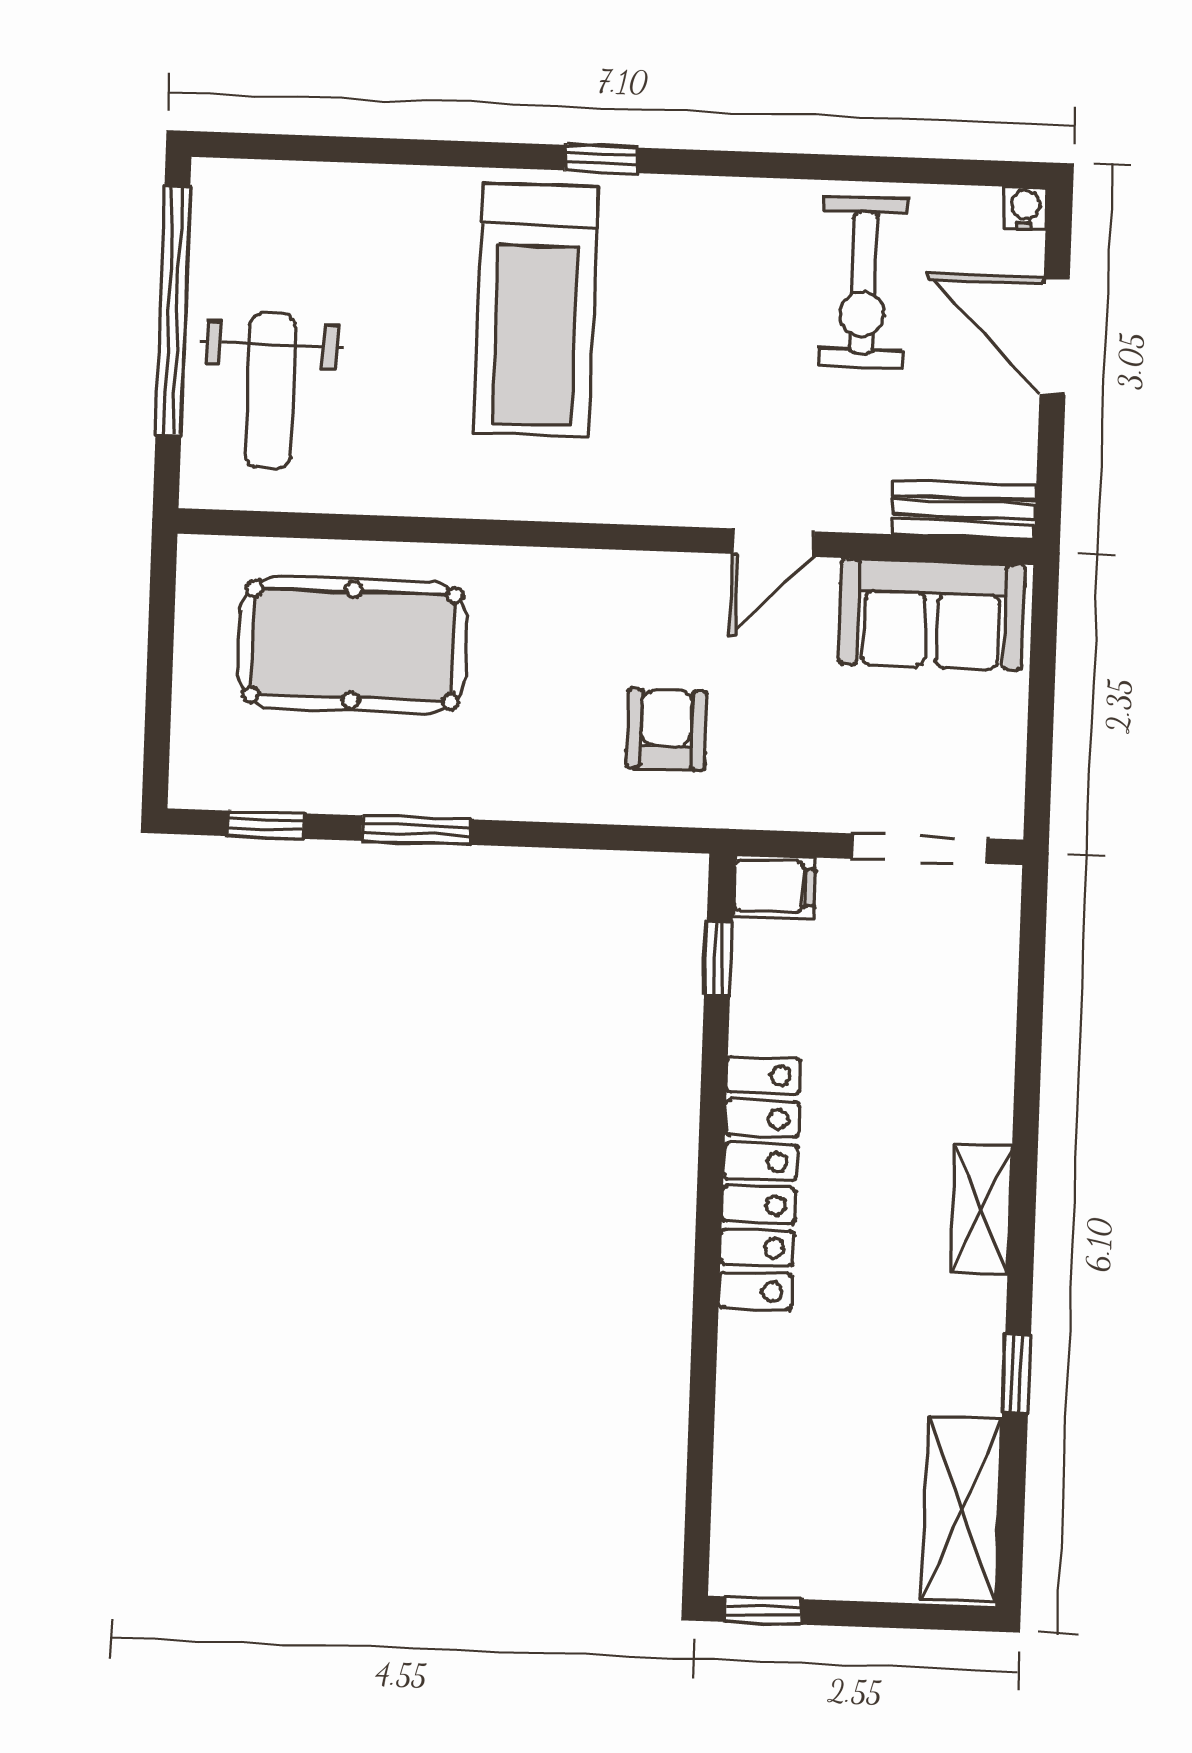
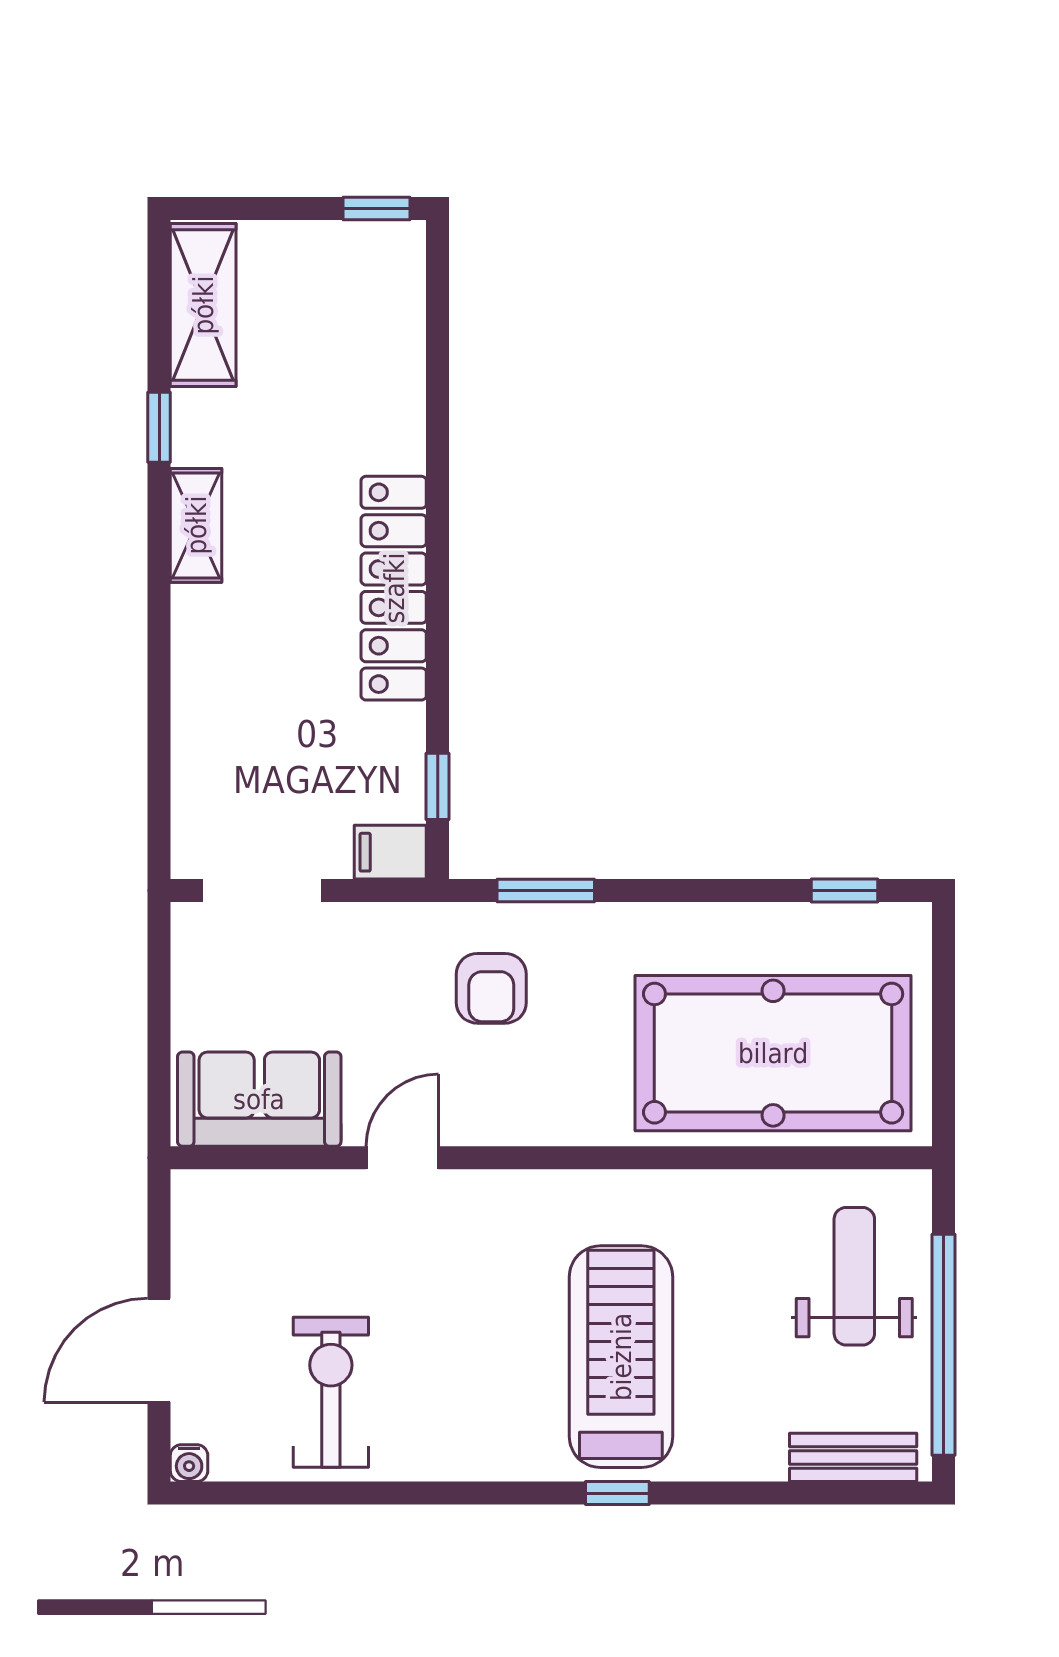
window: (601, 159) -> (617, 1493), moved
door: (1055, 336) -> (159, 1350), swing flipped
bench: (964, 510) -> (853, 1457), moved
pool table: (352, 645) -> (773, 1053), width x1.36, depth x1.32
window: (416, 830) -> (546, 891), moved
shelving: (981, 1210) -> (196, 525), moved

